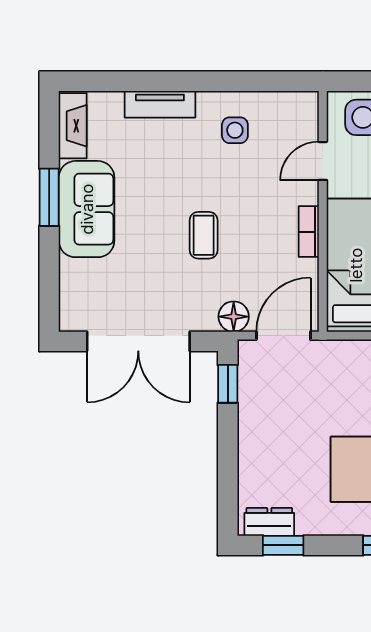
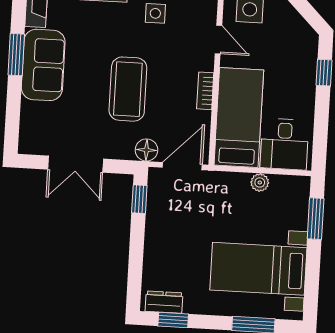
door: (323, 161) -> (218, 40), swing flipped
coffee table: (204, 235) -> (128, 89), width x1.86, depth x1.72
double door: (138, 341) -> (76, 164), width x0.73

